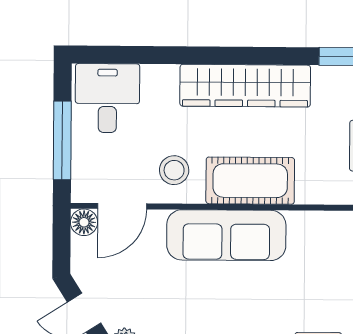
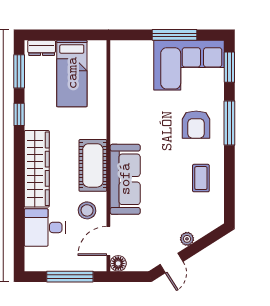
desk: (107, 98) -> (45, 227), moved
door: (122, 206) -> (108, 241), swing flipped

